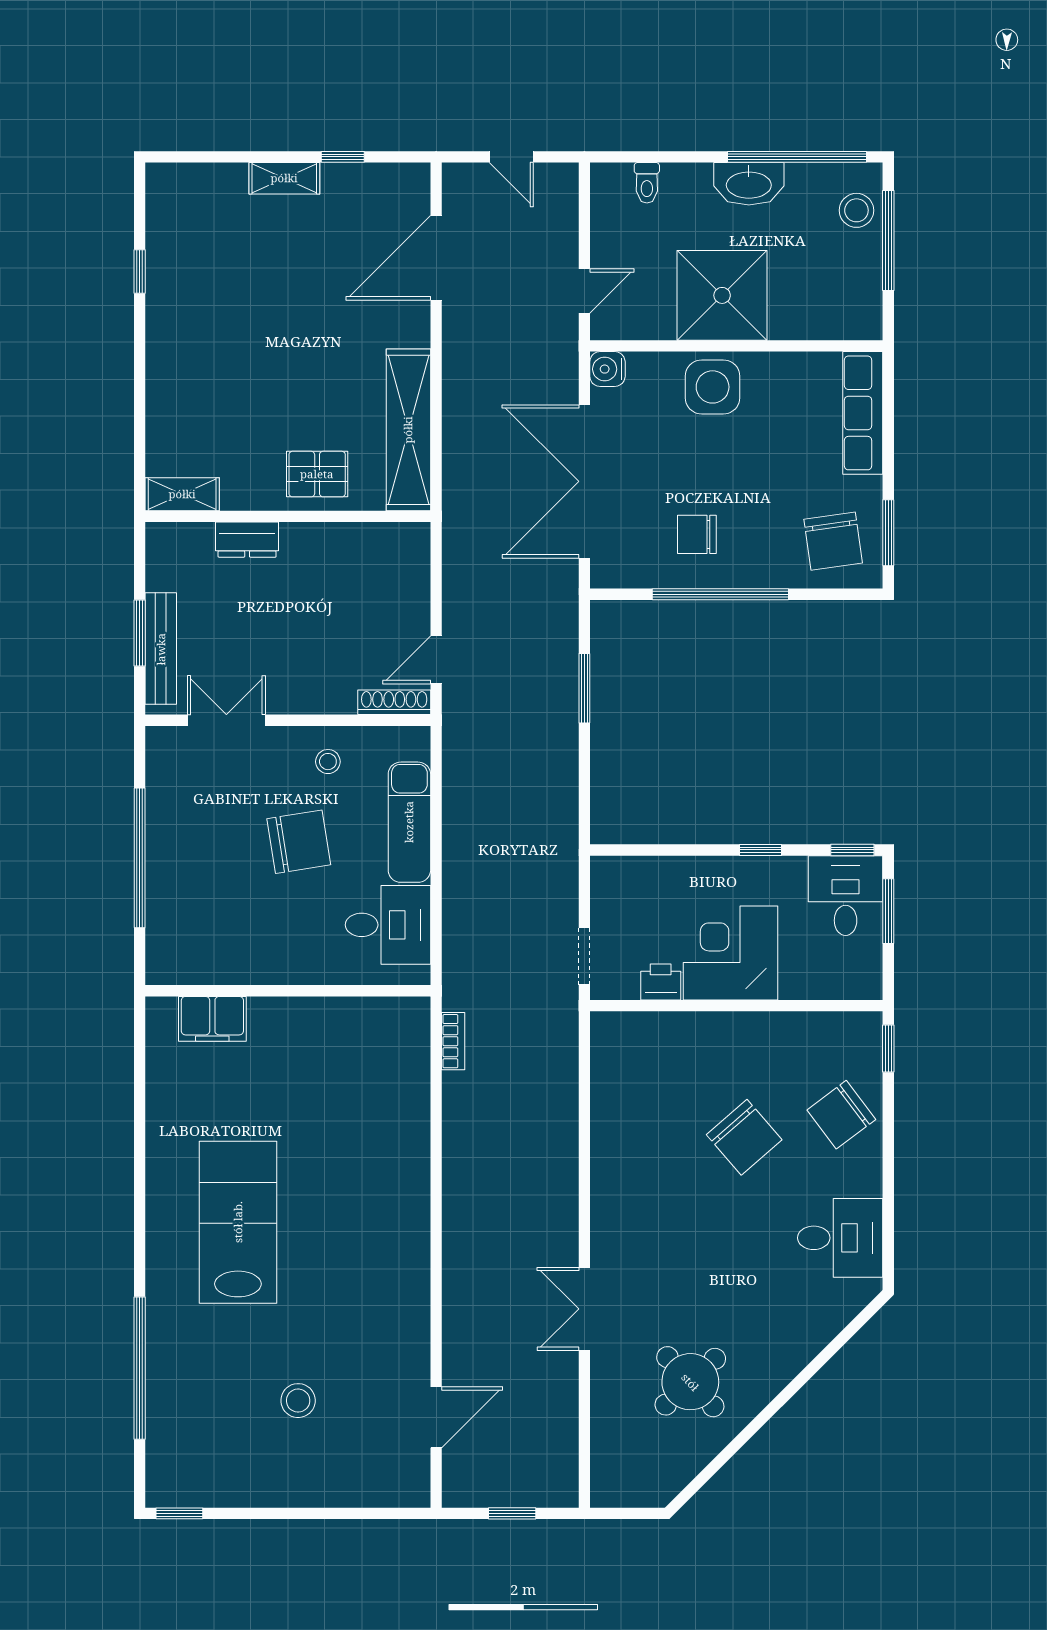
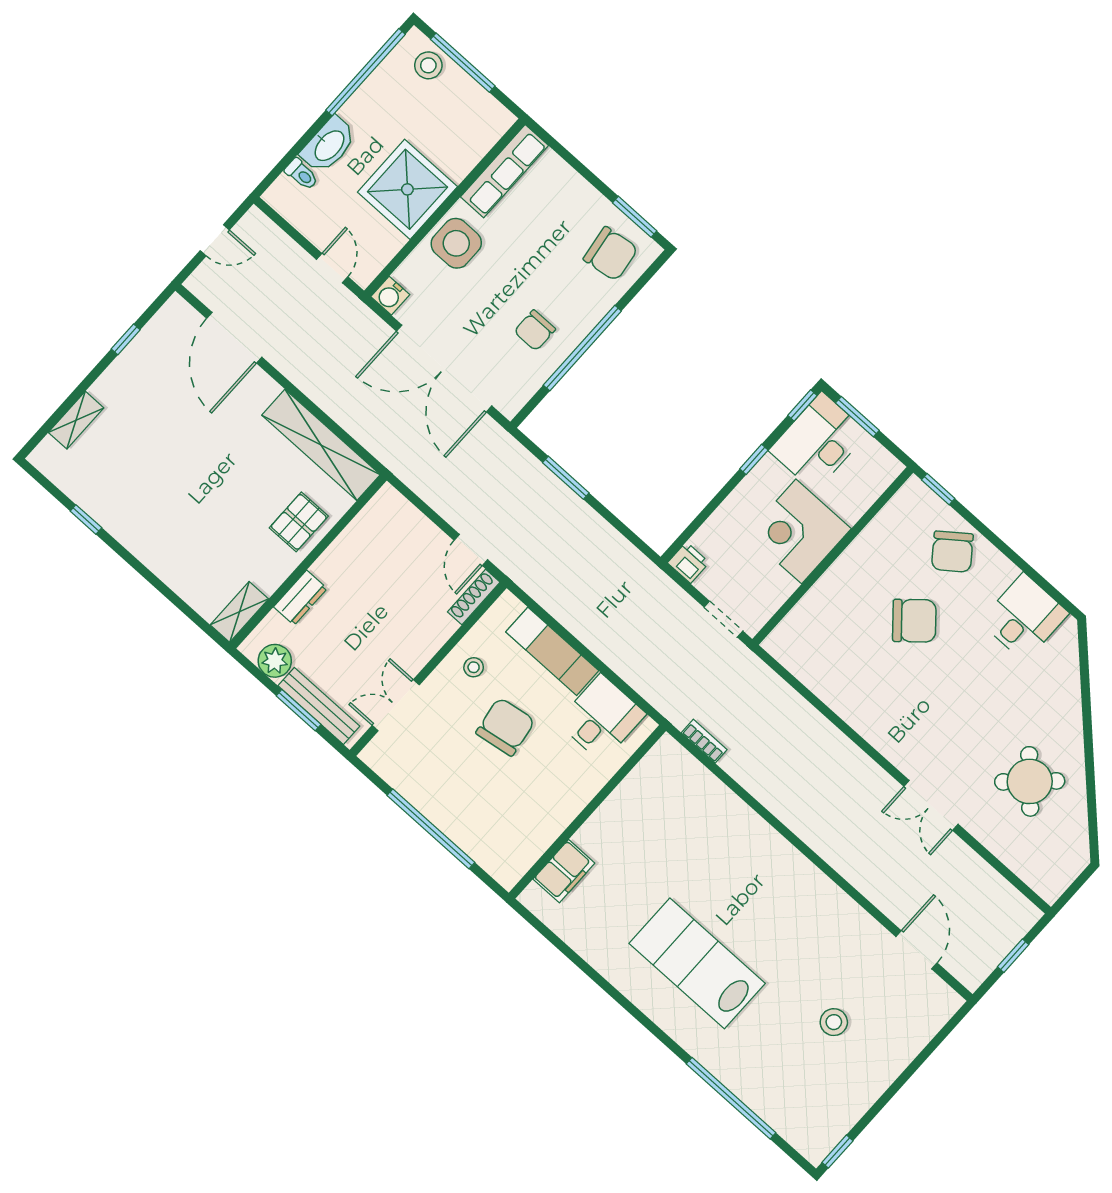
shelving: (284, 178) -> (76, 420), moved
washbasin: (749, 184) -> (329, 145), moved
row of seats: (863, 413) -> (504, 171), moved, turned -90
plant: (166, 569) -> (275, 661), added
desk: (846, 896) -> (818, 442), width x1.37
printer: (661, 982) -> (688, 563), moved, turned 90

